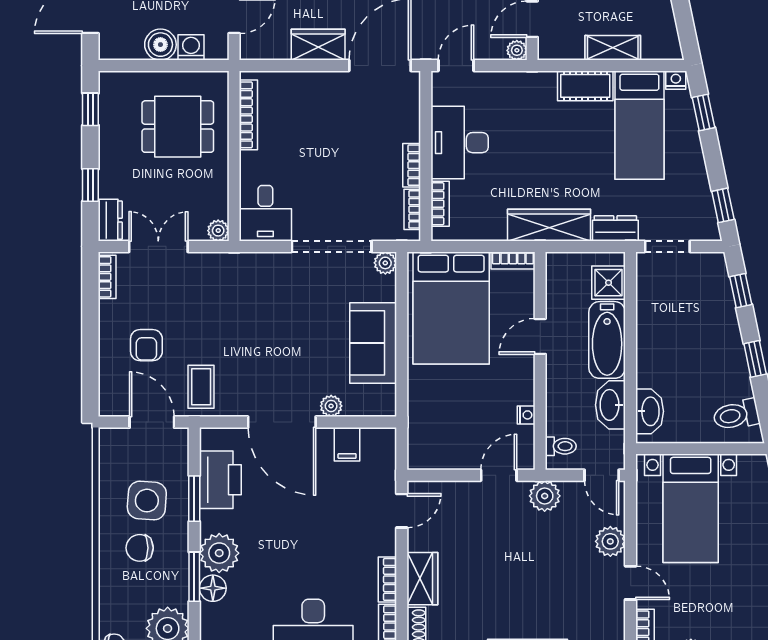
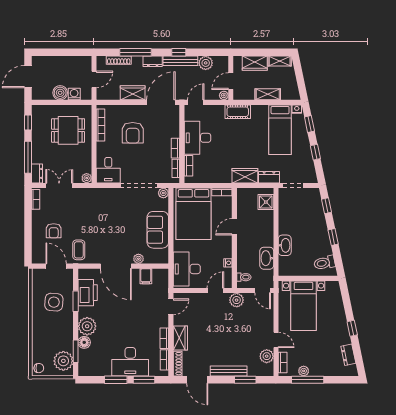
cot: (585, 86) -> (238, 112), moved
armchair: (319, 132) -> (133, 133), added
window: (90, 185) -> (28, 157), width x2.17
window: (723, 205) -> (315, 152), moved
wardrobe: (549, 225) -> (245, 176), width x0.67
bathtub: (607, 340) -> (265, 228), removed
washbasin: (650, 411) -> (285, 245), moved
desk: (436, 428) -> (187, 269), added
plant: (610, 541) -> (267, 356), moved
chair: (140, 548) -> (51, 324), removed
window: (194, 577) -> (76, 351), moved

